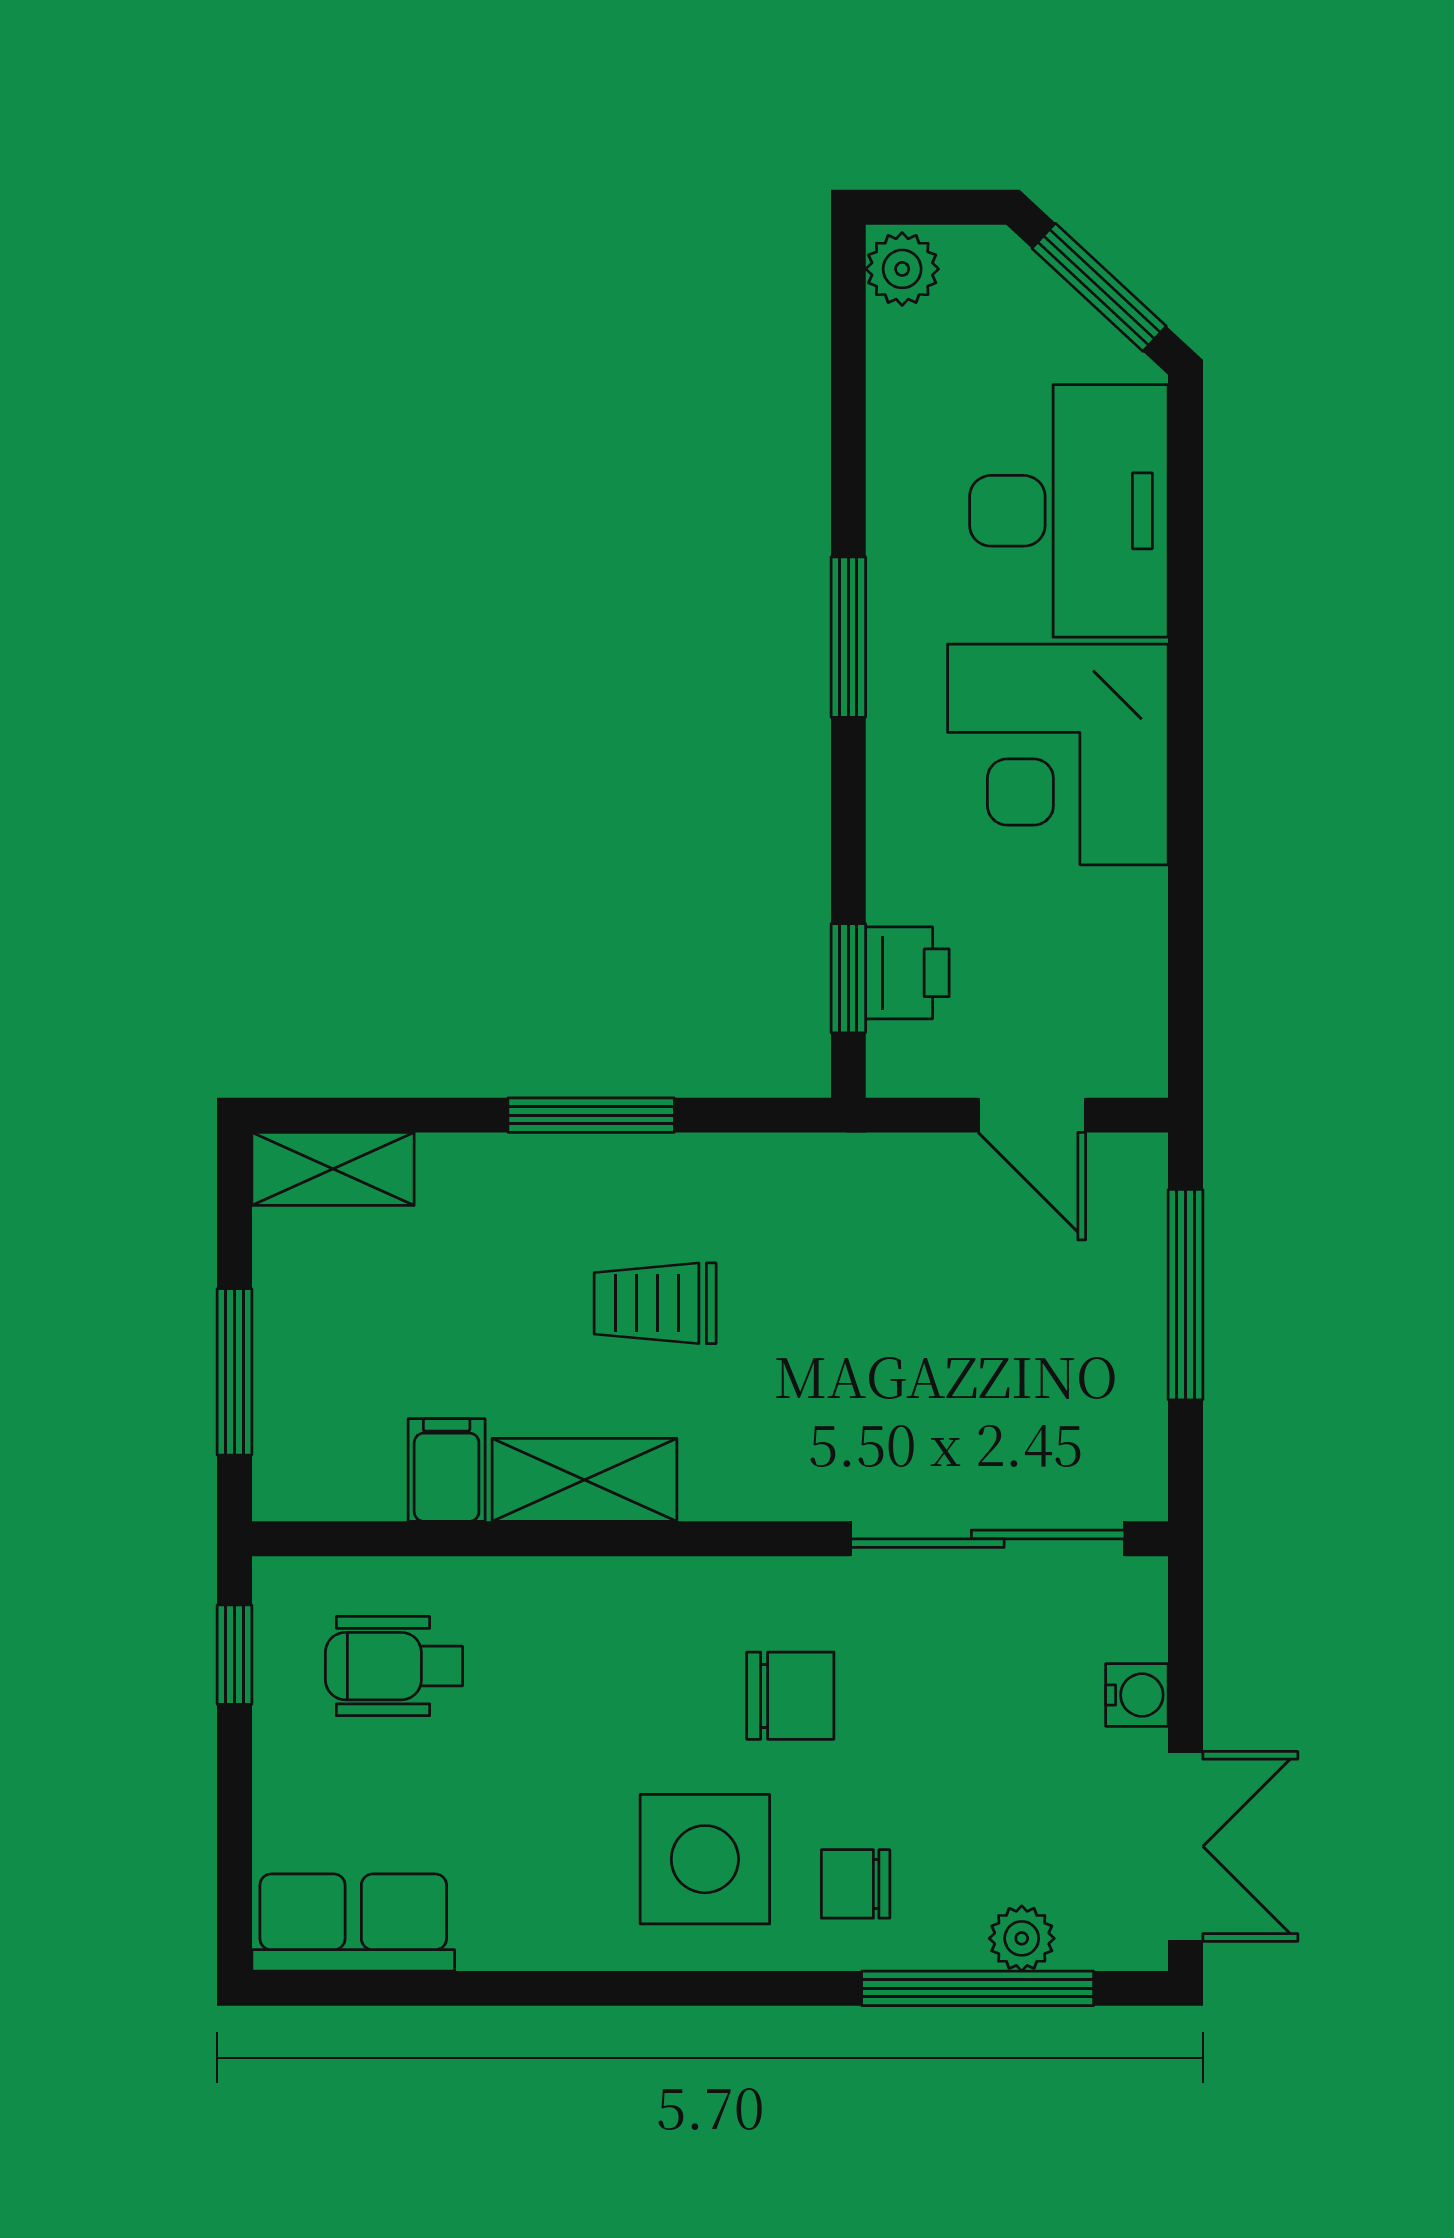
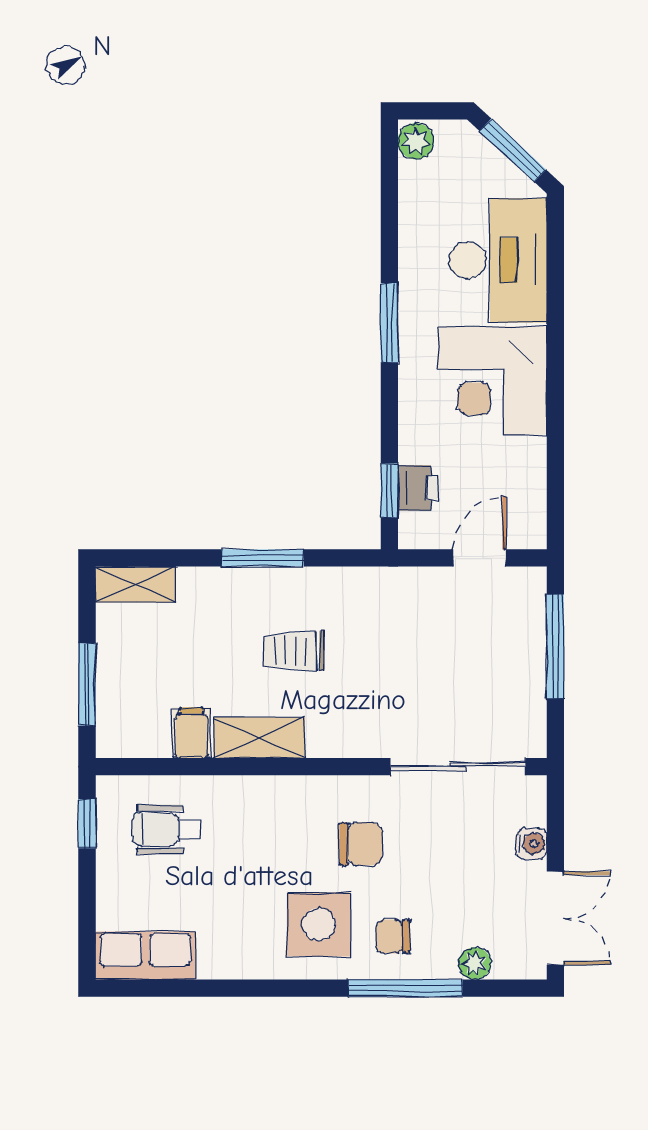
door: (1032, 1115) -> (480, 558), swing flipped
window: (978, 1988) -> (405, 988), moved

